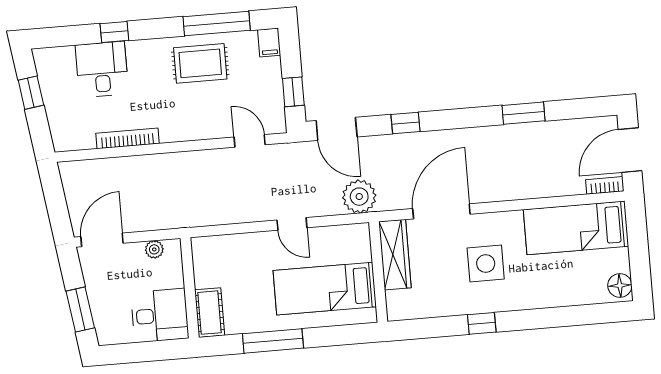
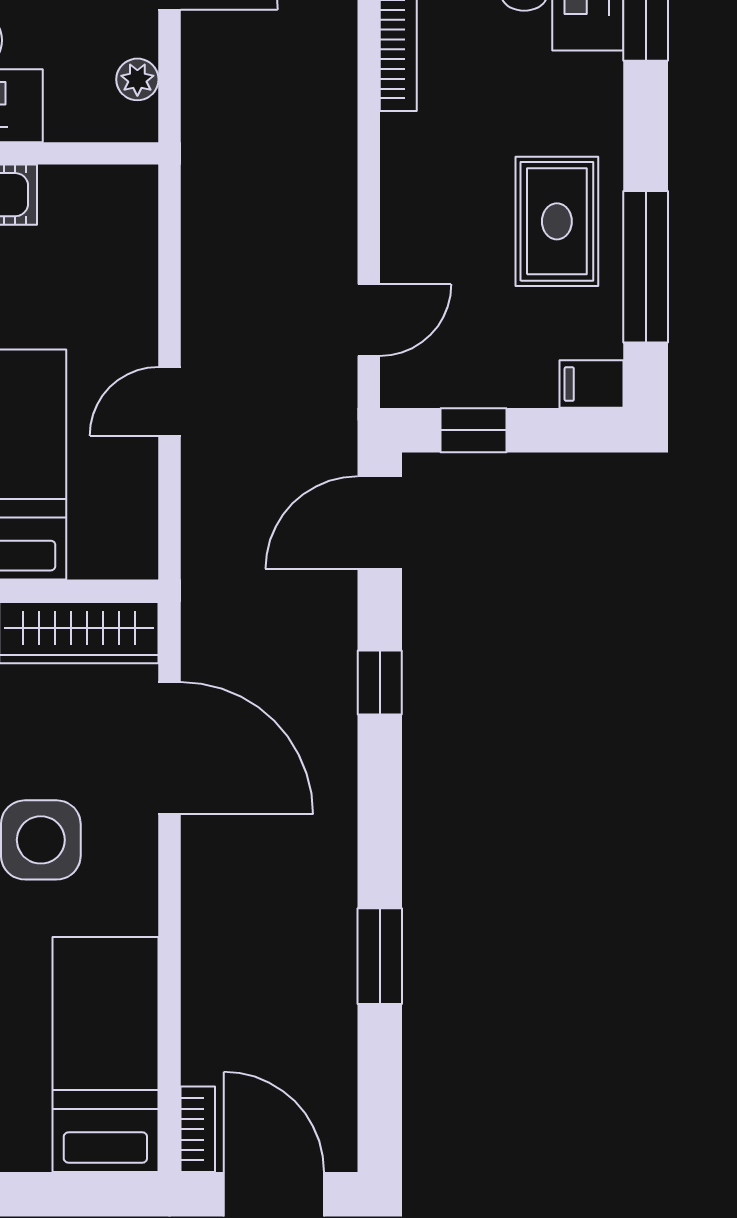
plant: (359, 197) -> (220, 562), removed

